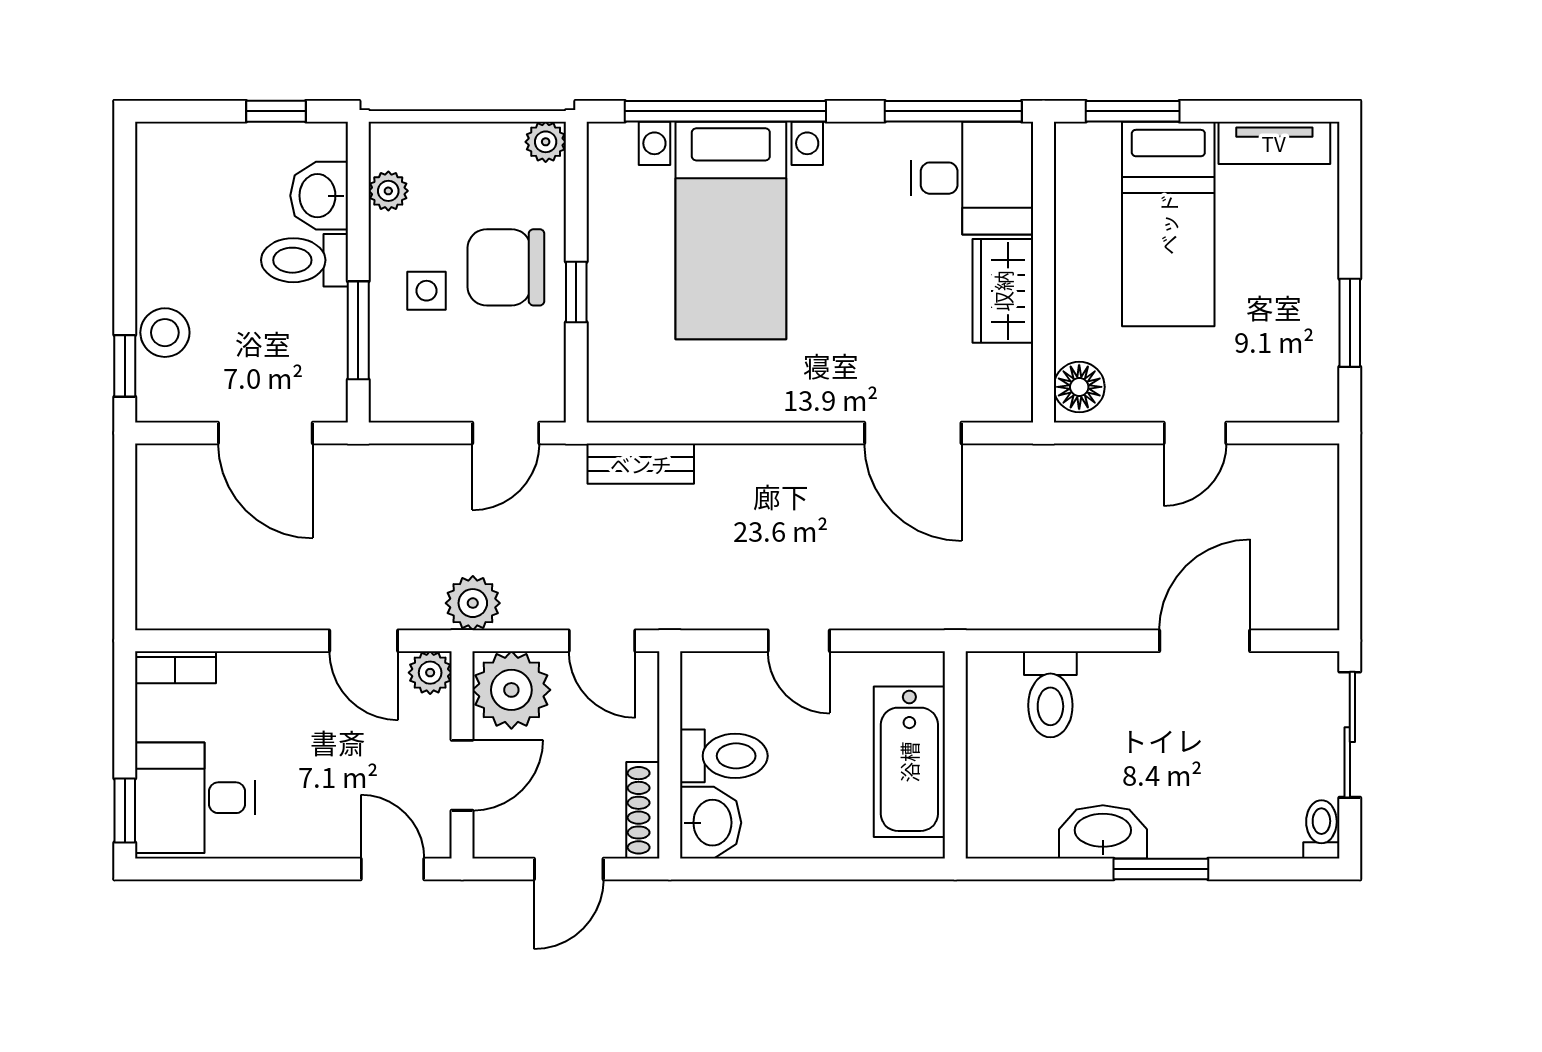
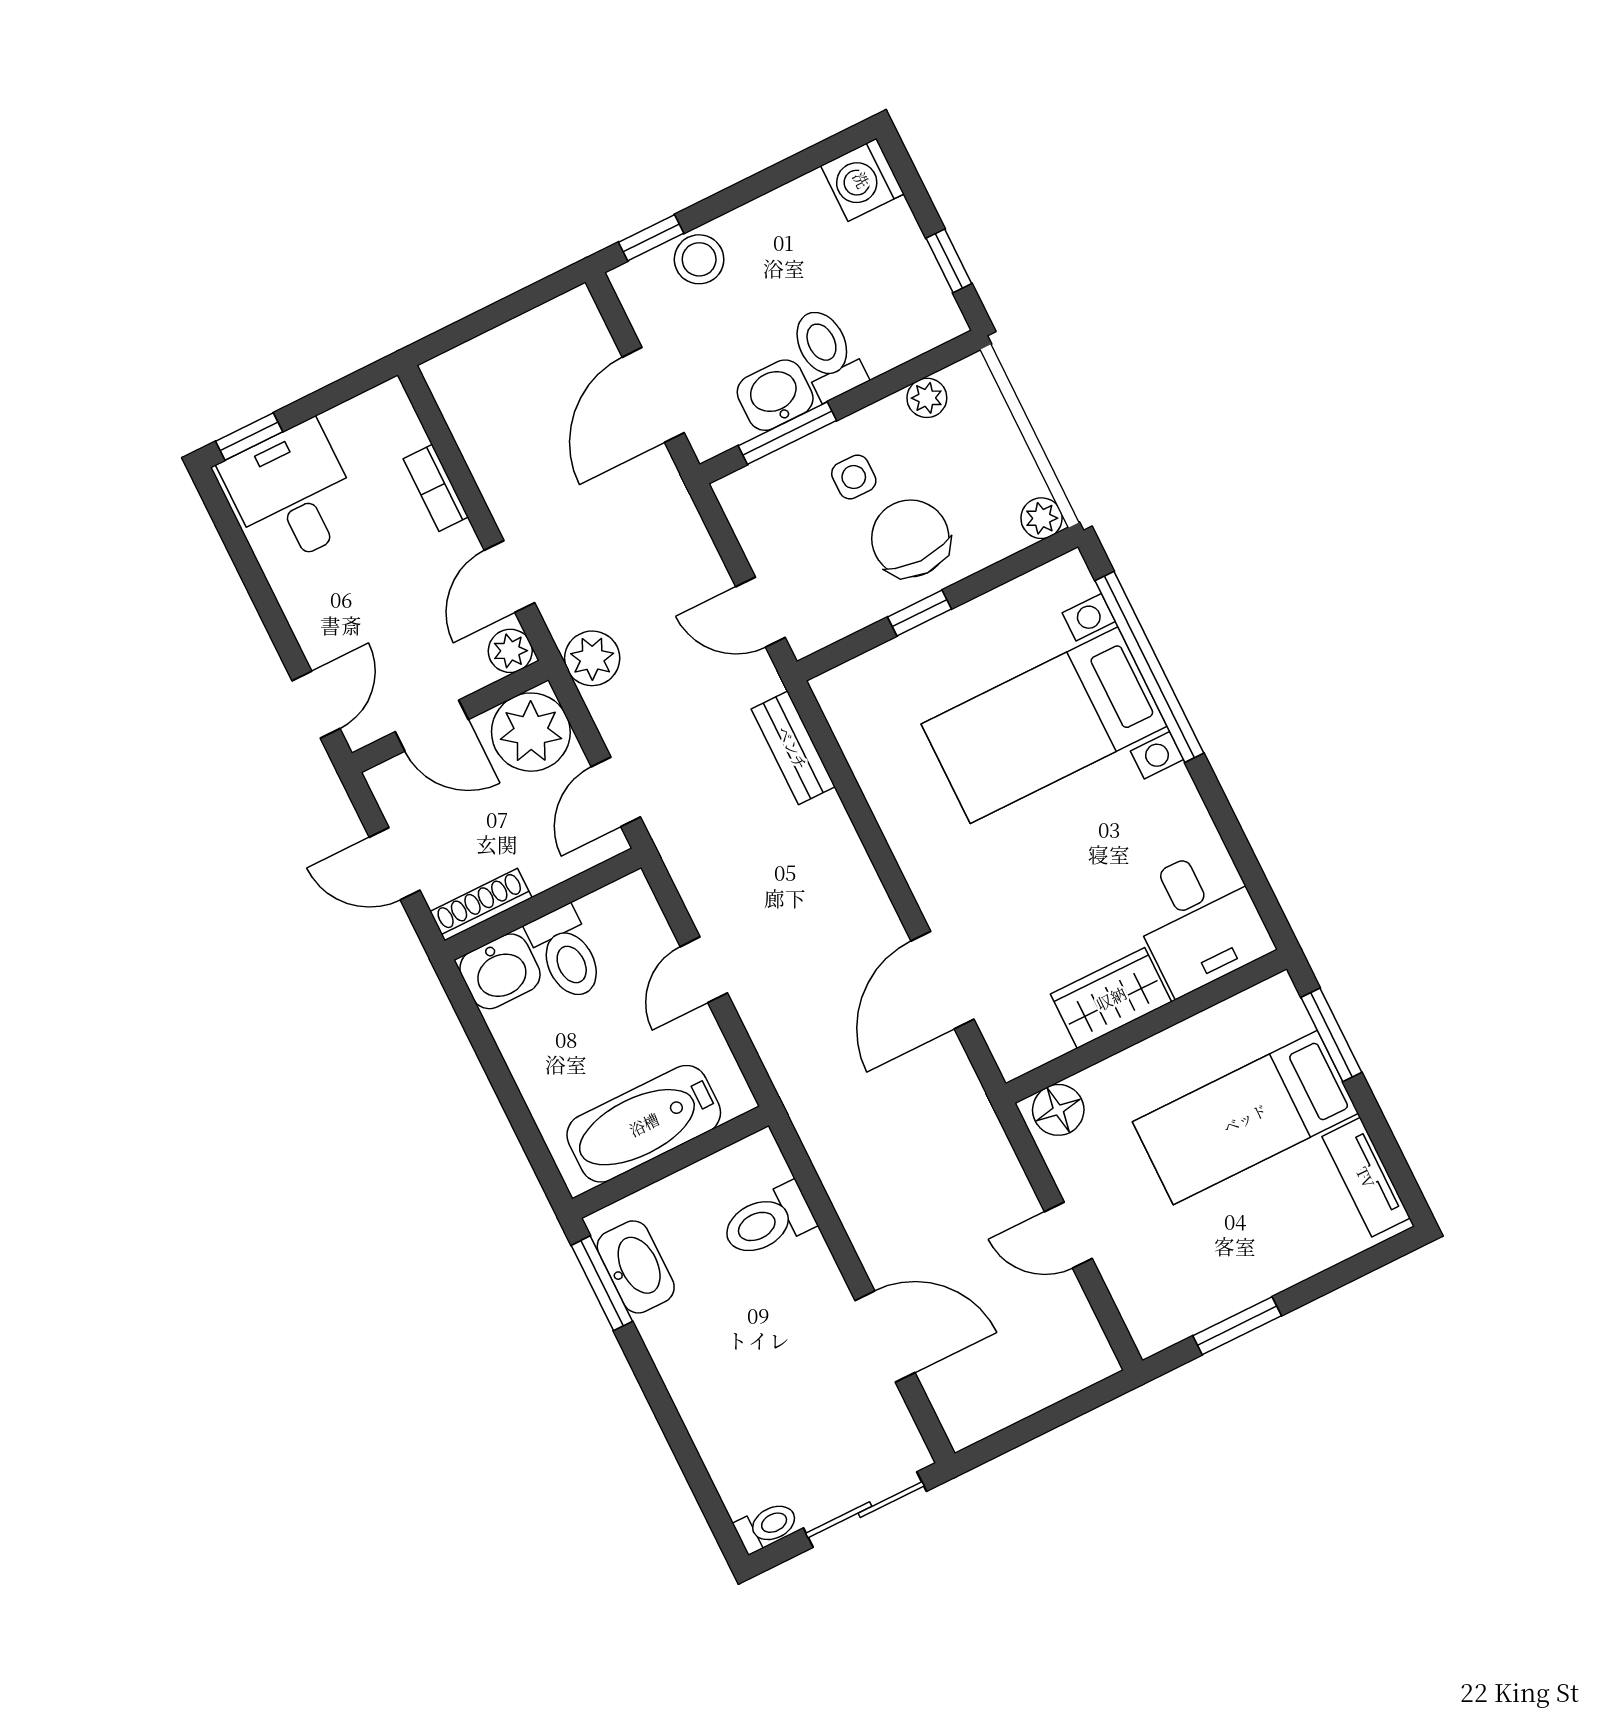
window: (953, 111) -> (1251, 873), removed
washing machine: (166, 152) -> (862, 180), added
washbasin: (319, 196) -> (775, 395), moved
bookcase: (175, 667) -> (436, 488), moved
washbasin: (1103, 832) -> (636, 1267), moved
window: (1161, 869) -> (602, 1283), moved

